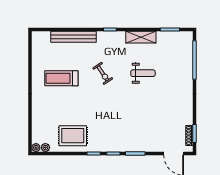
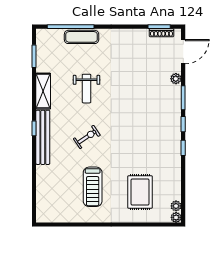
bench: (73, 37) -> (43, 137), moved
exercise mat: (186, 69) -> (82, 37), added
weight bench: (143, 73) -> (87, 89), turned 180
rug: (73, 136) -> (140, 192), moved
plant: (151, 147) -> (176, 79), added

